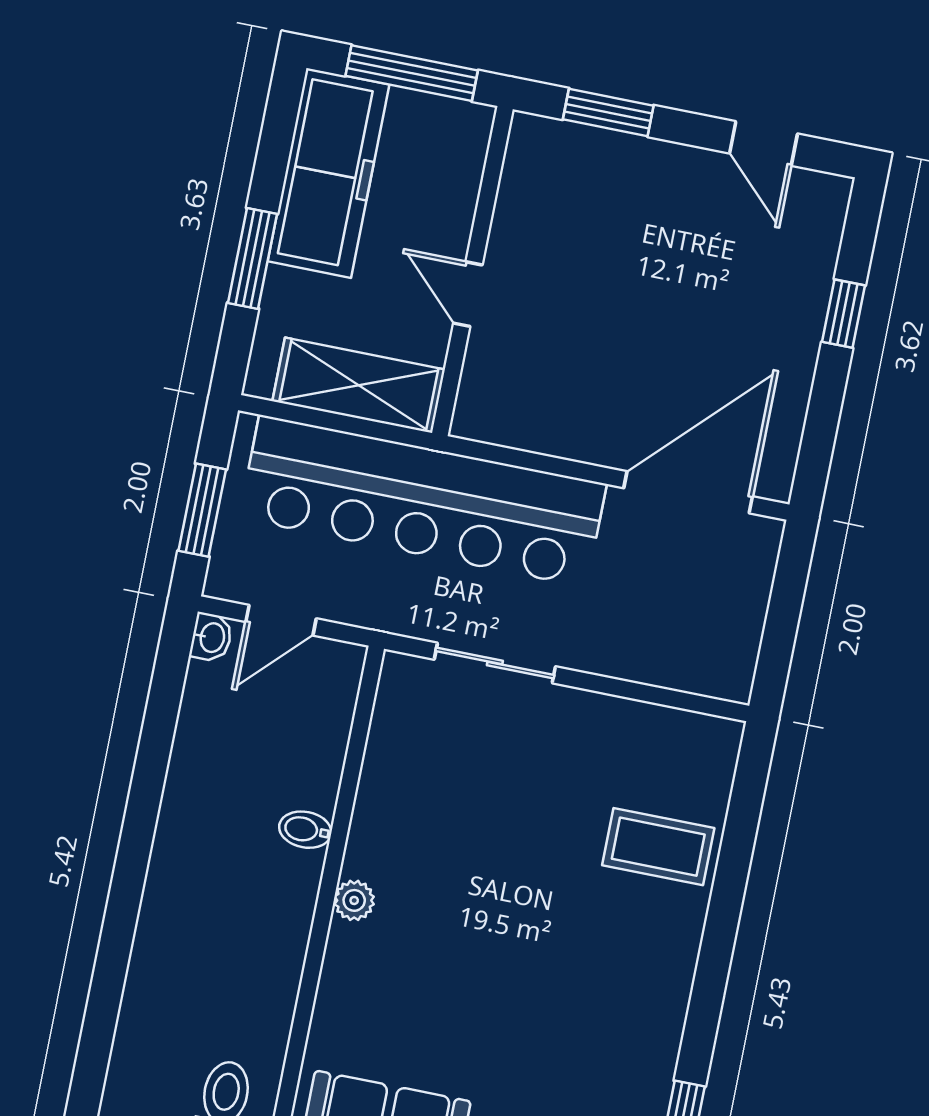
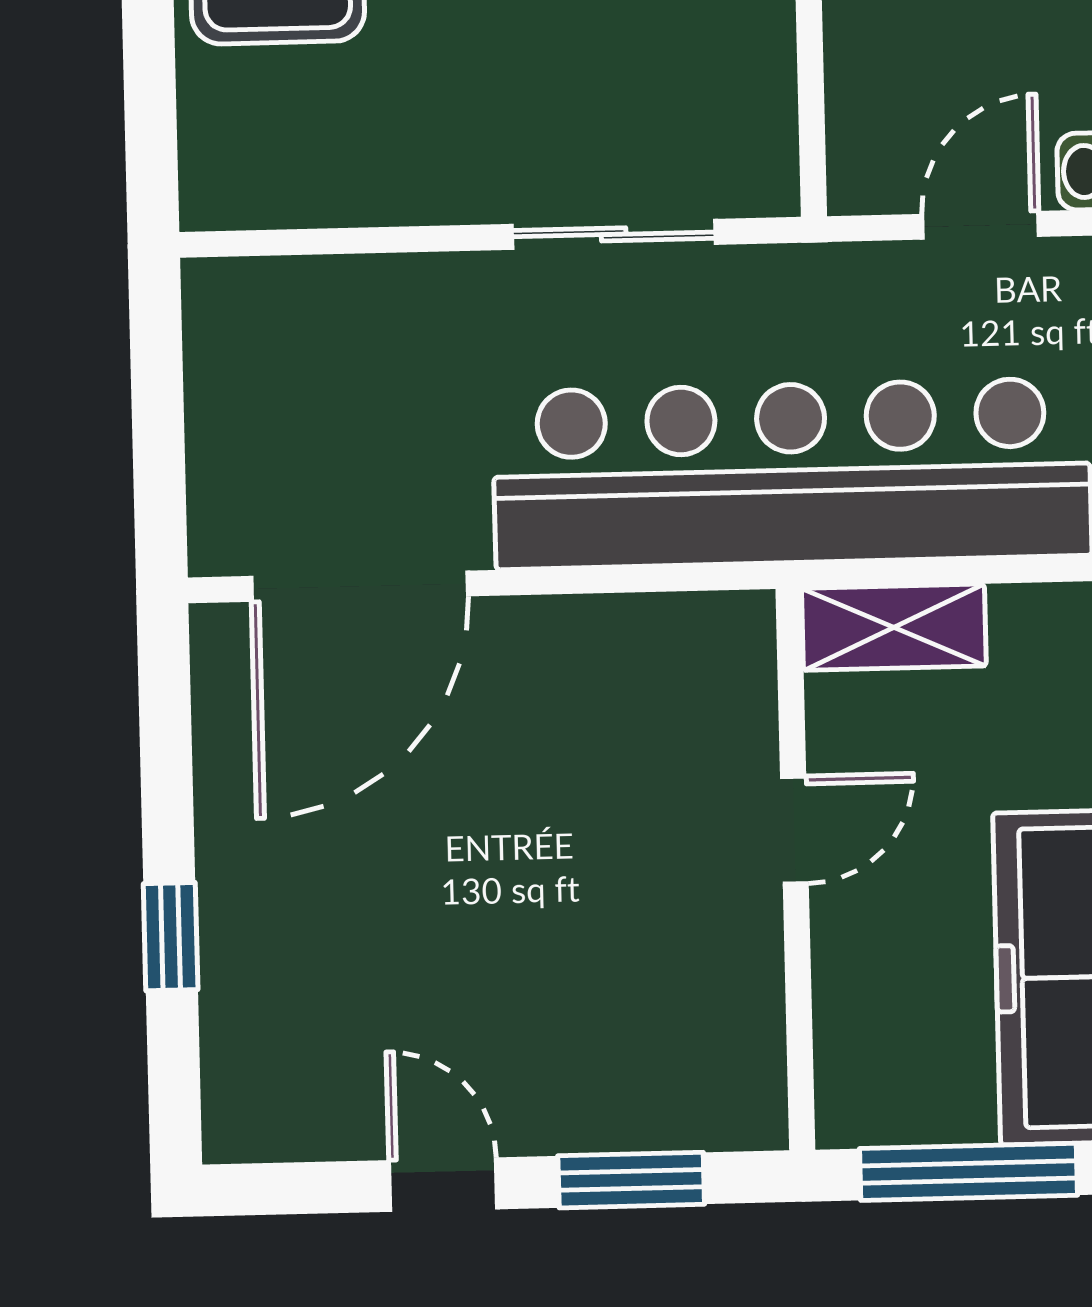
door: (763, 143) -> (443, 1185), moved
door: (468, 294) -> (794, 830), hinge flipped
shelving: (359, 385) -> (894, 627), width x0.67, depth x0.75

